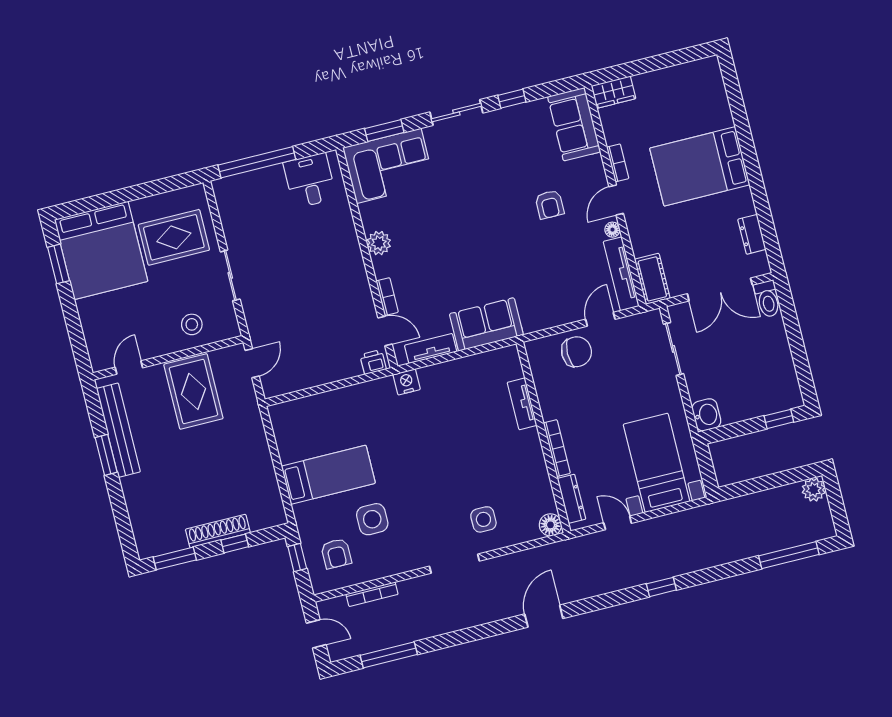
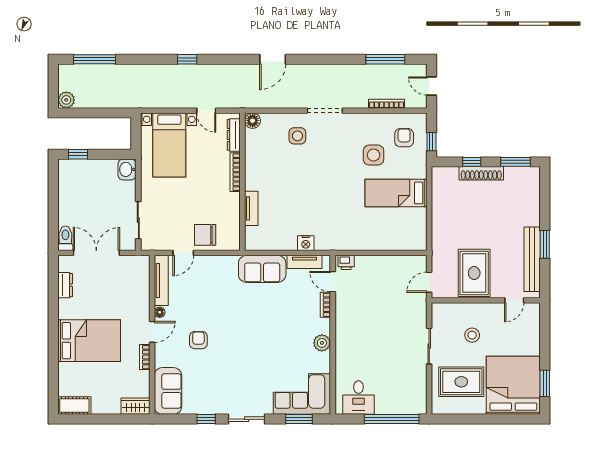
cot: (652, 279) -> (74, 406), moved, turned 90
stool: (192, 324) -> (472, 335), moved
nightstand: (407, 382) -> (306, 243), moved

